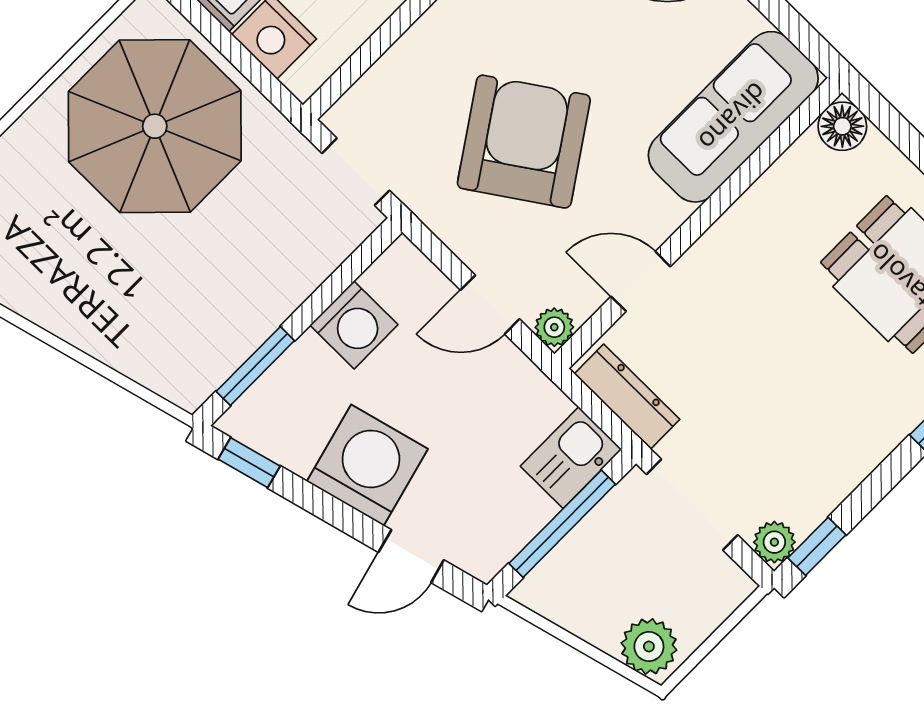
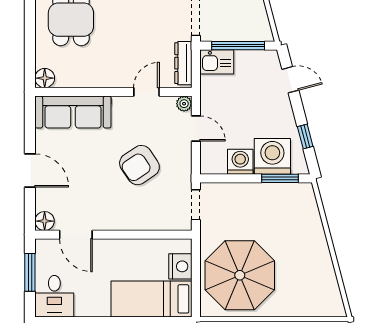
armchair: (524, 142) -> (139, 165), width x0.73, depth x0.73
door: (641, 281) -> (146, 92), swing flipped
window: (249, 463) -> (305, 137), moved
washing machine: (367, 465) -> (272, 156), moved, turned 105

